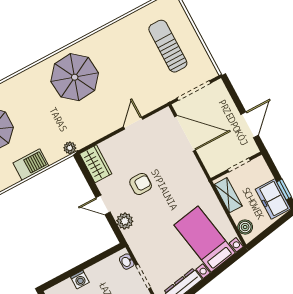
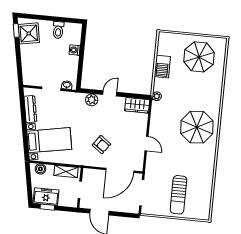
sun lounger: (168, 46) -> (178, 195), turned 90
armchair: (141, 184) -> (101, 145), moved, turned -54

